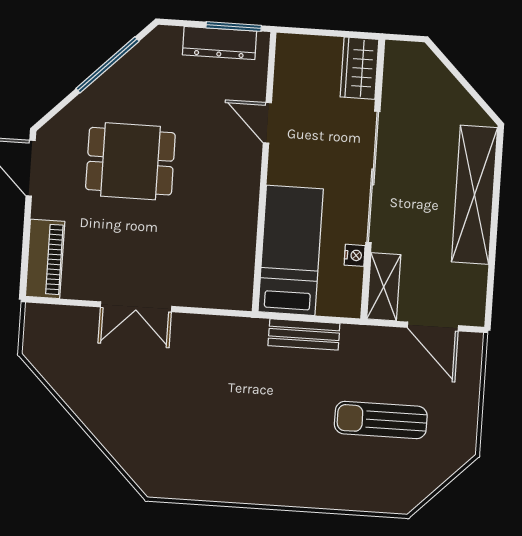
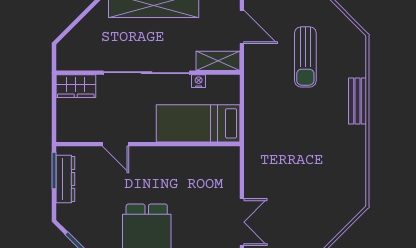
door: (267, 123) -> (116, 144), hinge flipped
door: (433, 326) -> (242, 27), hinge flipped
bench: (304, 334) -> (358, 101), moved

